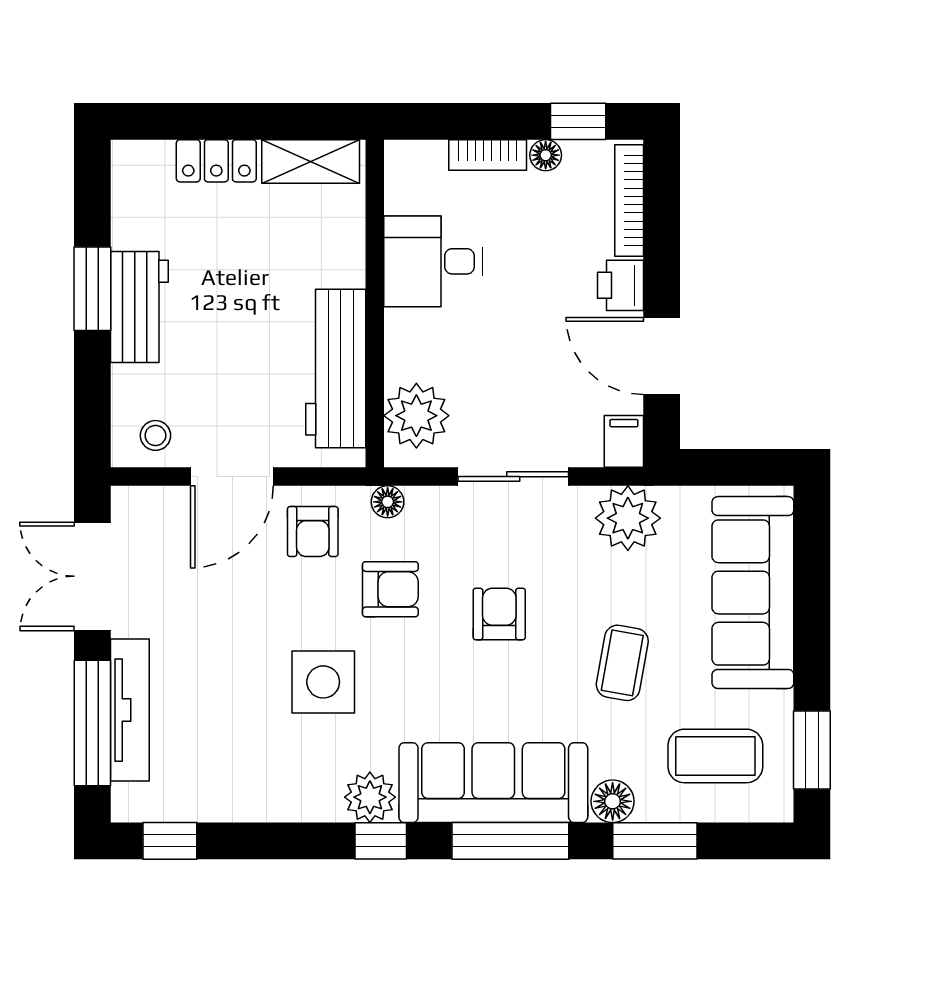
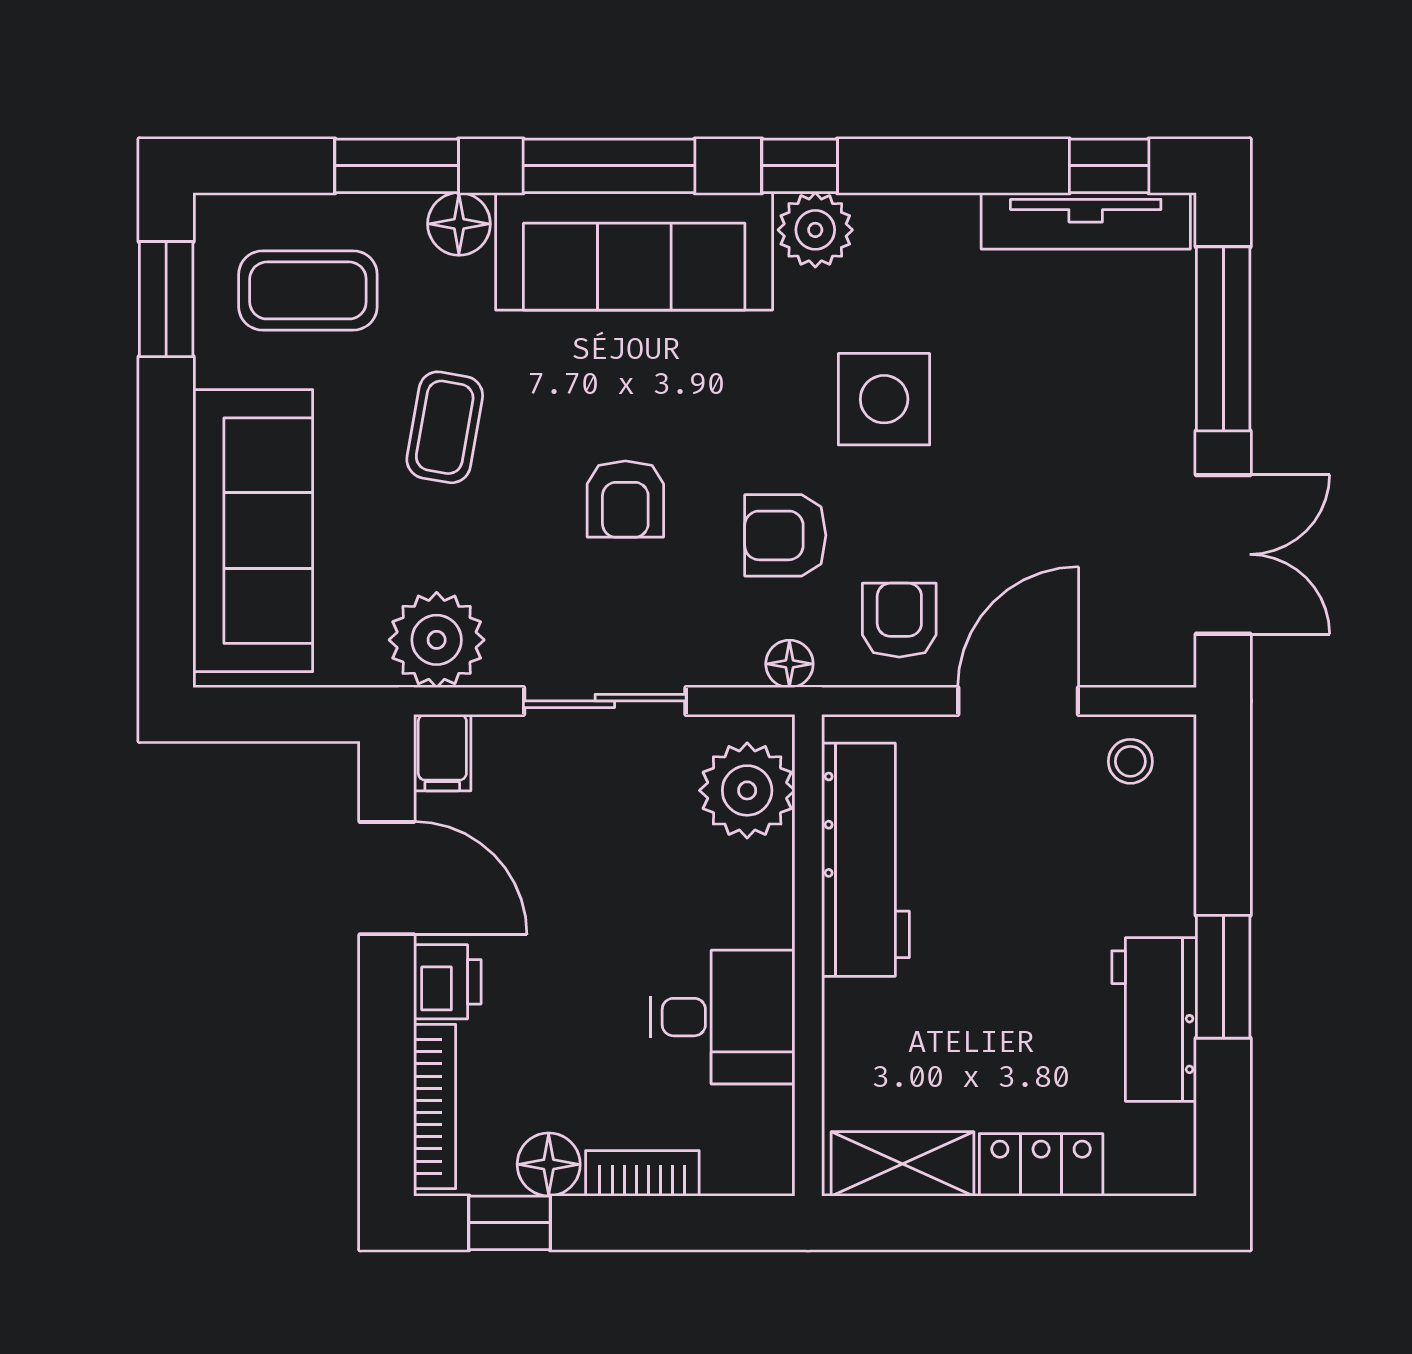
floor lamp: (546, 155) -> (549, 1164), width x1.37, depth x1.37
workbench: (139, 307) -> (1154, 1019), moved
tv unit: (130, 710) -> (1086, 221), moved, turned -90

